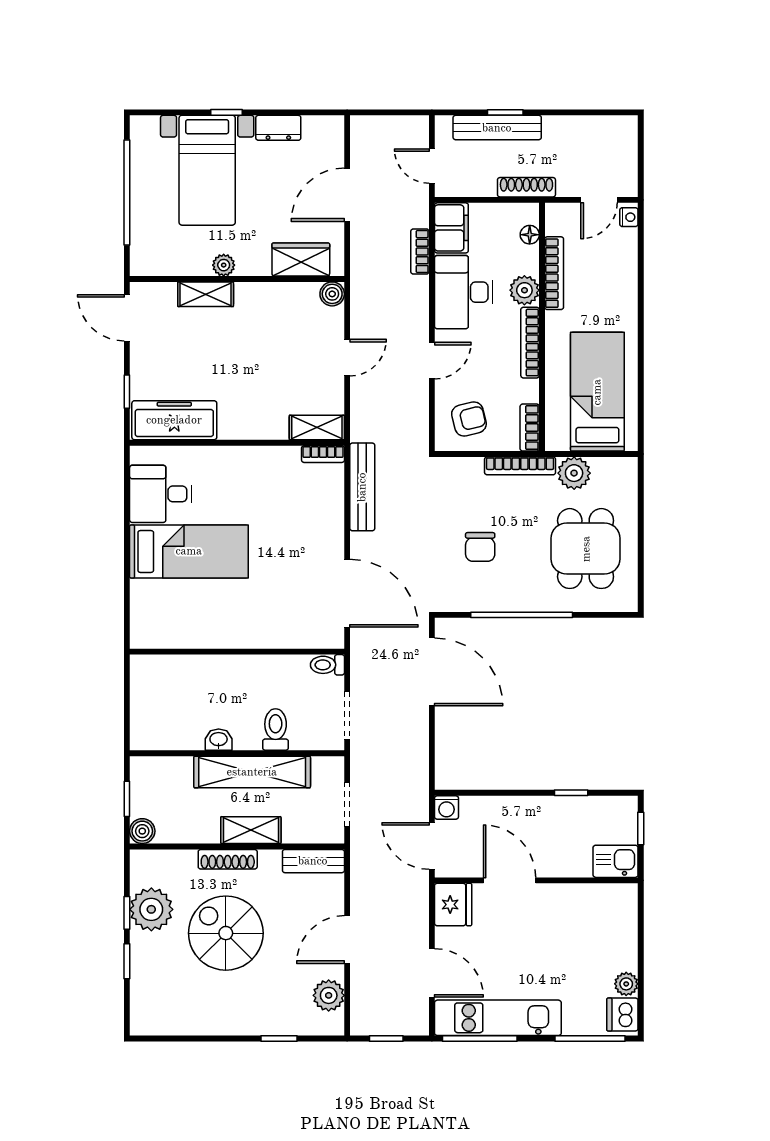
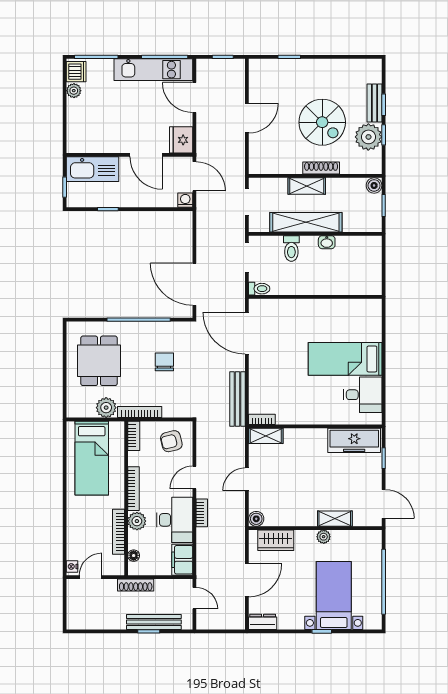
dresser: (278, 128) -> (263, 622), moved
bookcase: (420, 252) -> (202, 513), moved
bench: (313, 861) -> (375, 103), moved, turned 90
kitchen sink: (616, 861) -> (93, 169), width x1.88, depth x1.24
plant: (329, 995) -> (258, 84), removed

